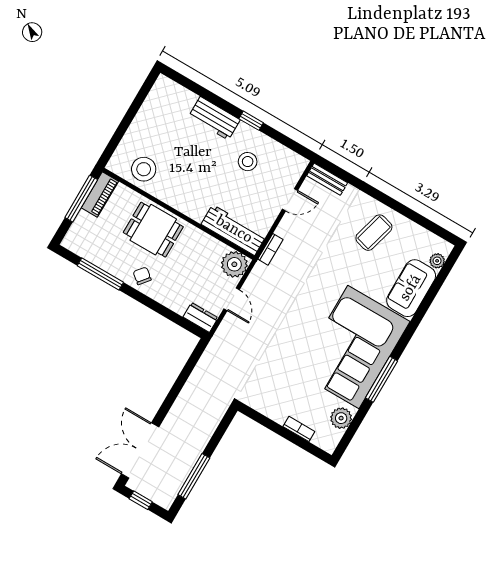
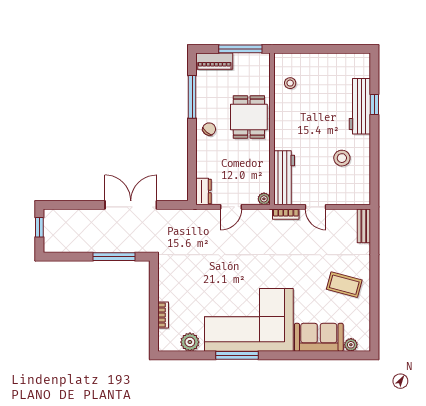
workbench: (214, 118) -> (360, 106), width x1.37
window: (251, 121) -> (374, 105), moved
stool: (144, 169) -> (290, 83), width x0.53, depth x0.53
piano: (100, 194) -> (214, 61), moved
door: (290, 200) -> (315, 207), moved
plant: (234, 264) -> (264, 199), width x0.53, depth x0.53
double door: (140, 450) -> (131, 205), moved
window: (194, 476) -> (114, 257), moved

